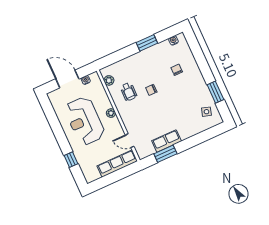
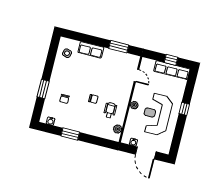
window: (215, 92) -> (43, 89), moved
reception desk: (85, 121) -> (157, 114), turned 180
row of seats: (167, 141) -> (91, 50), moved
window: (71, 160) -> (184, 109), moved
row of seats: (117, 164) -> (172, 70), moved
window: (110, 179) -> (171, 60), added

